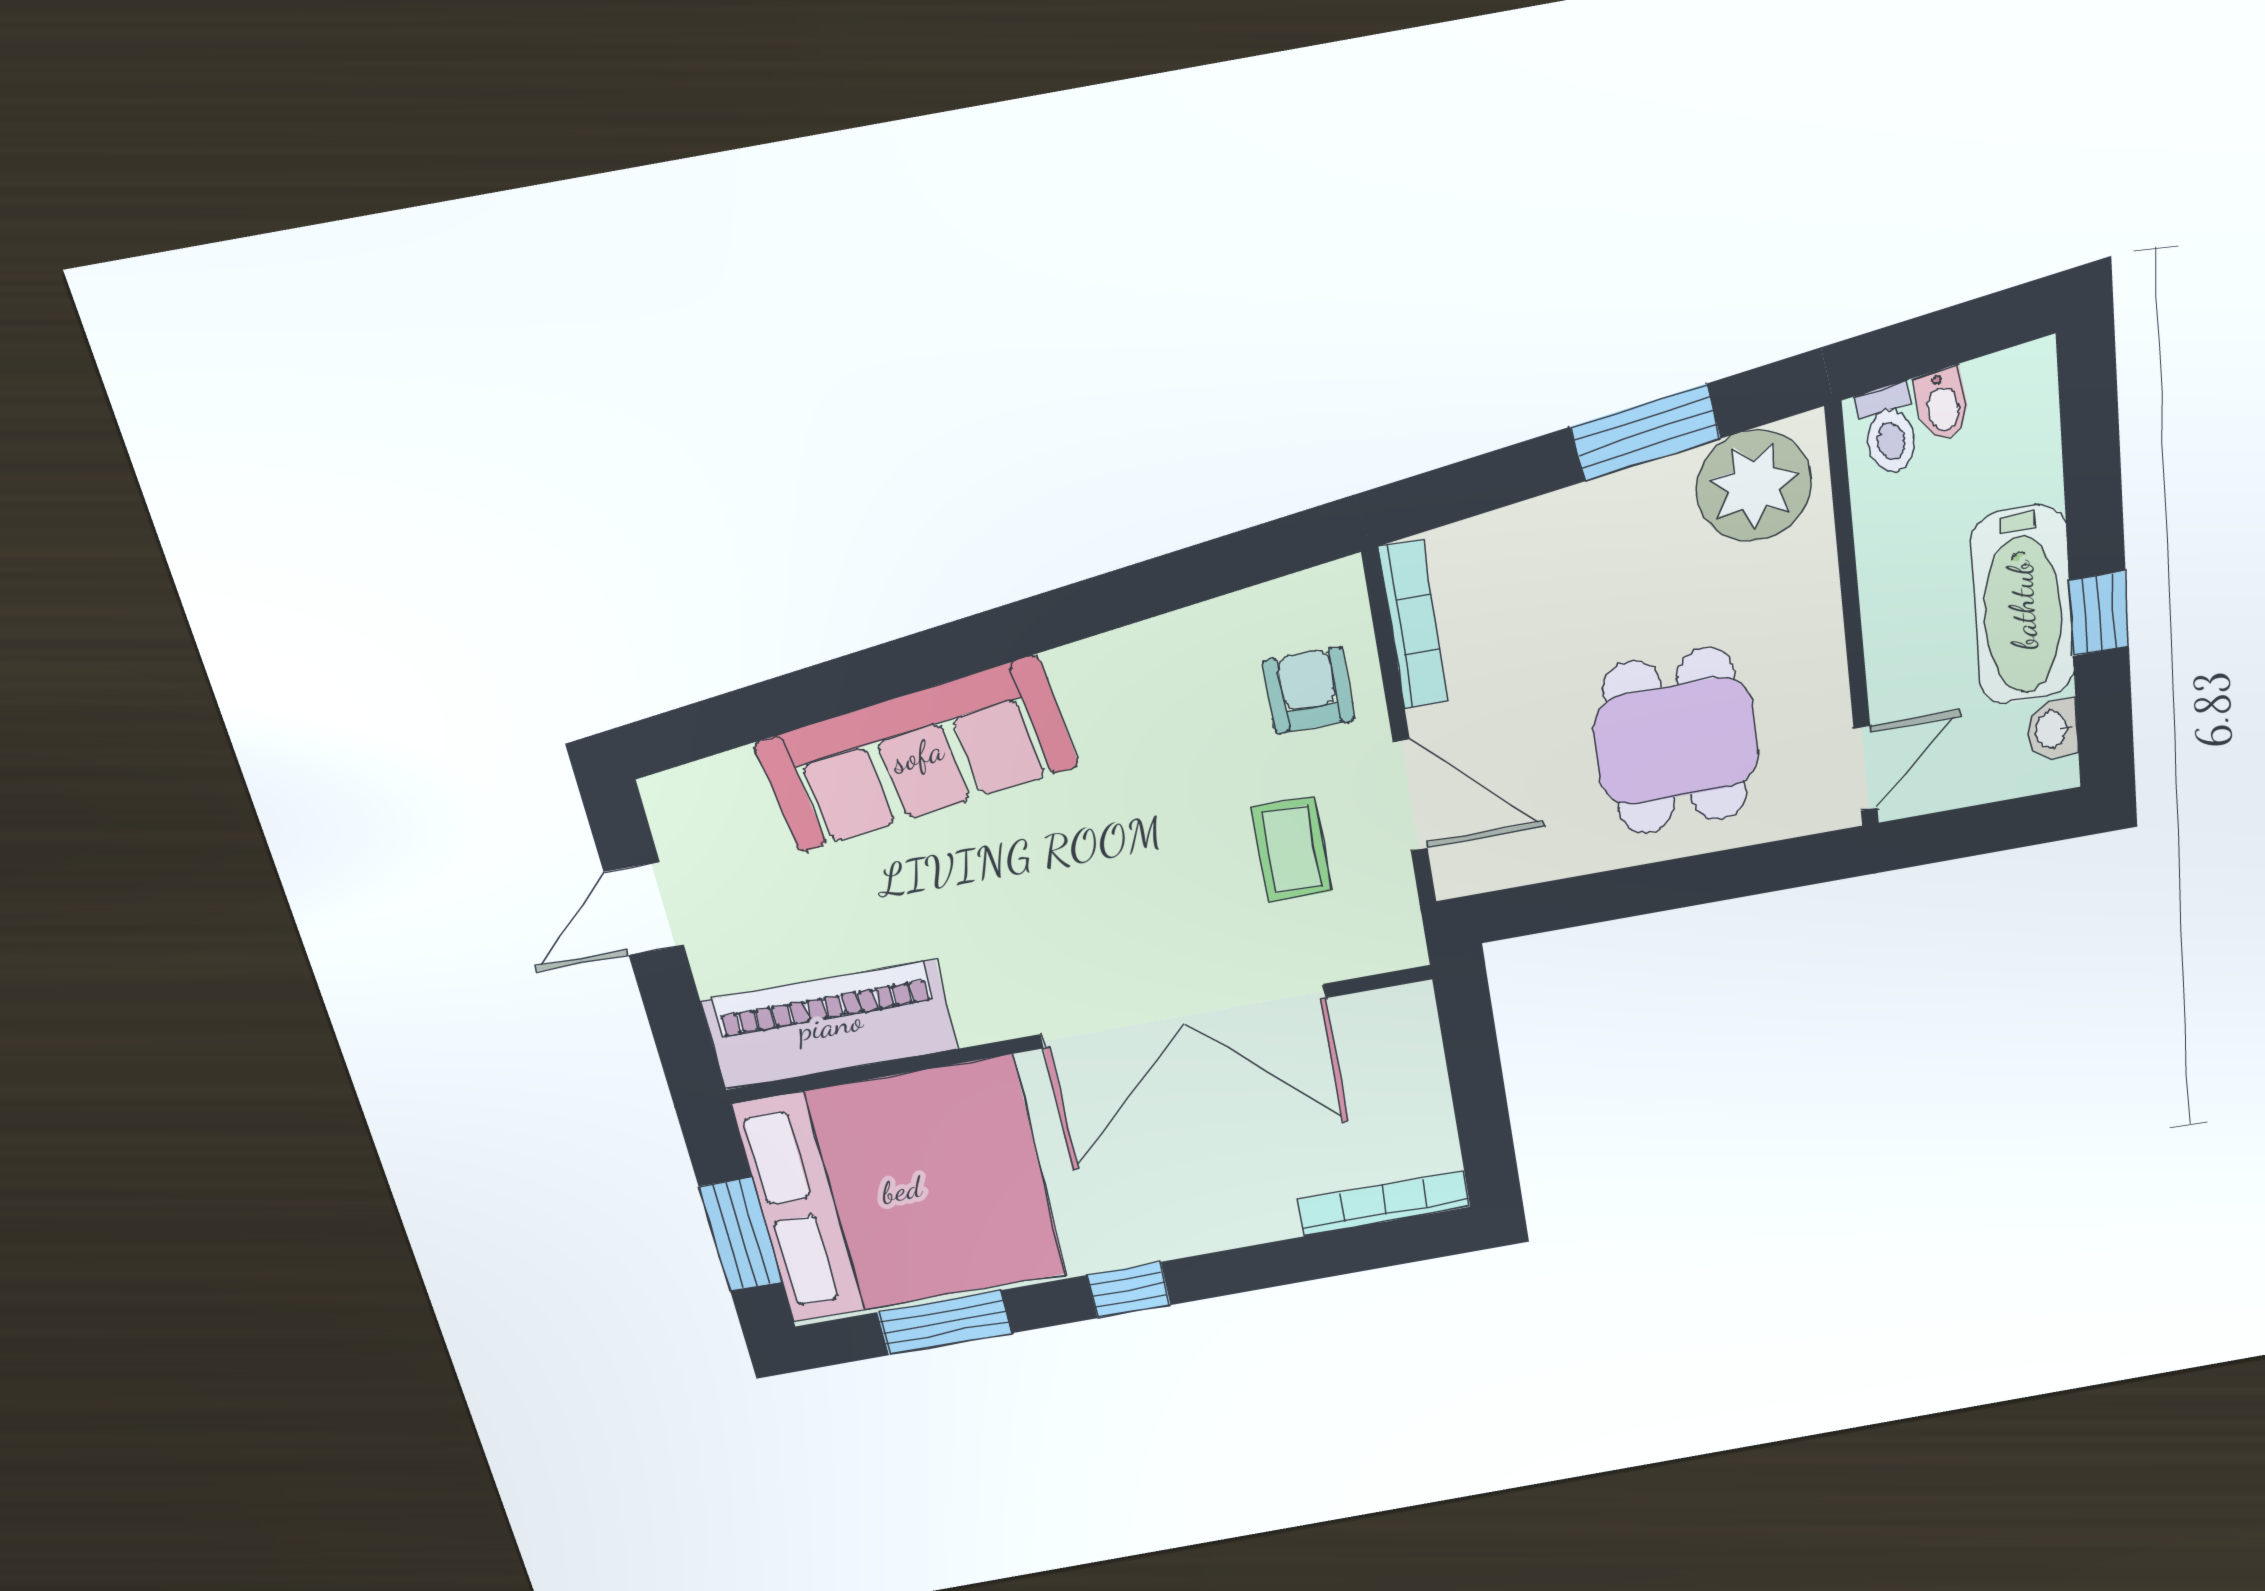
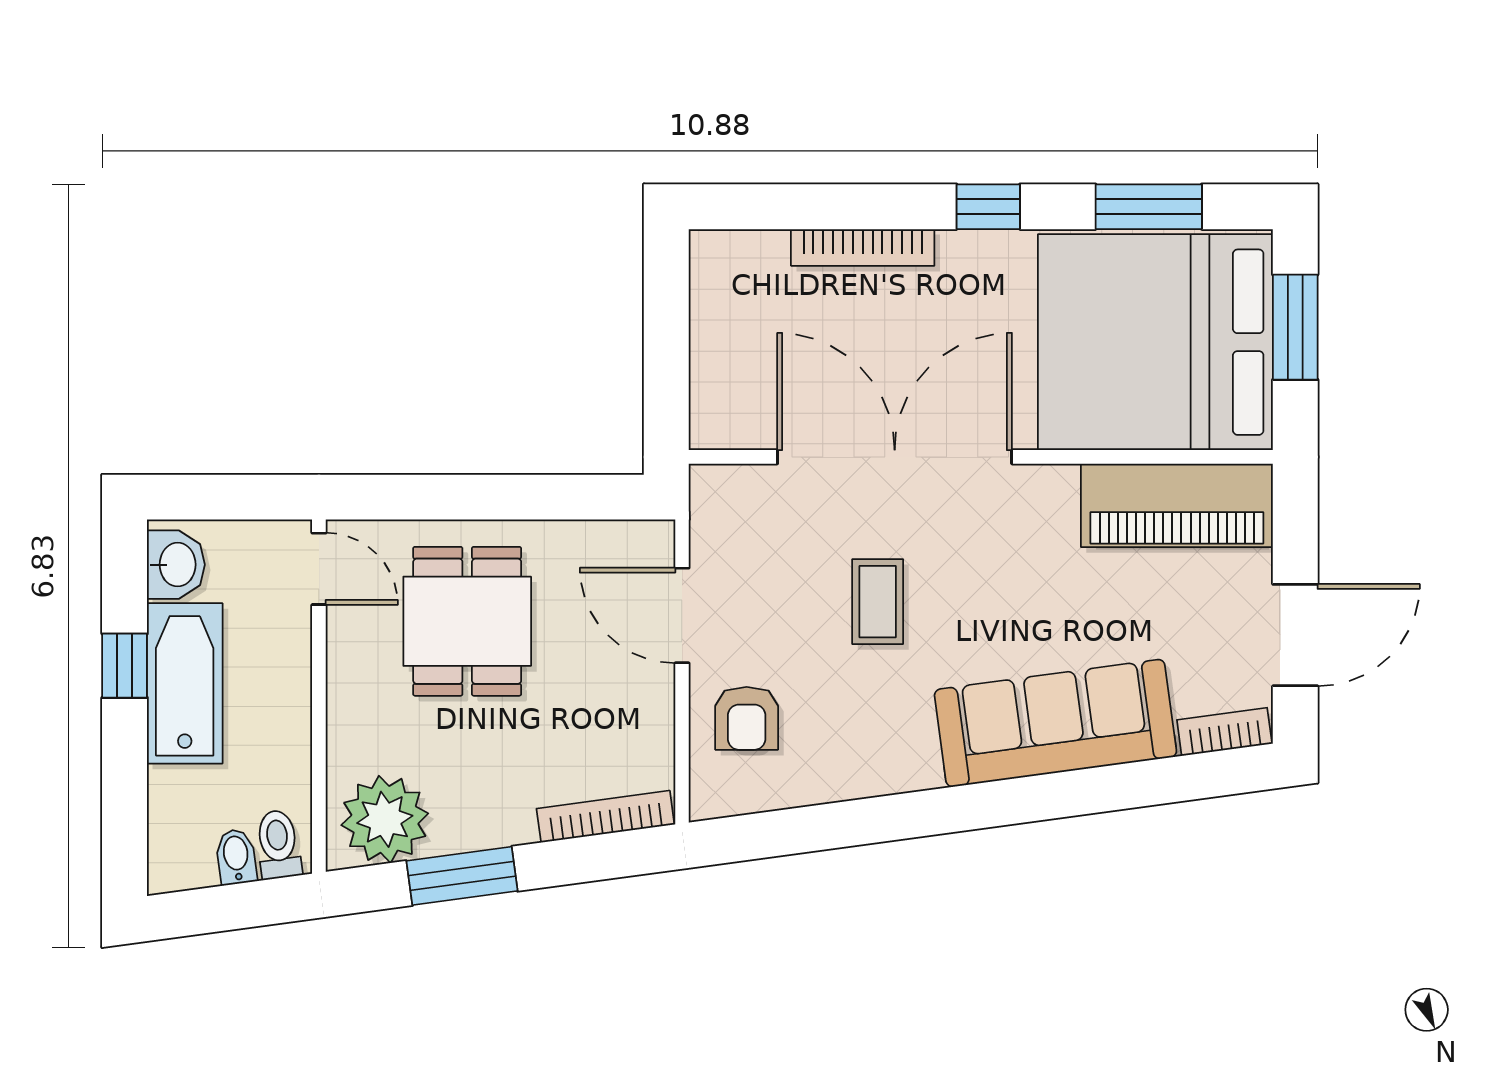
bookcase: (1413, 625) -> (605, 817), moved, turned 82
washbasin: (2052, 729) -> (176, 565), width x1.38, depth x1.45
door: (1866, 769) -> (319, 569), swing flipped
bookcase: (701, 783) -> (1224, 732), added
coffee table: (1291, 849) -> (878, 602), moved
door: (644, 909) -> (1295, 635), width x1.38
bookcase: (1384, 1203) -> (863, 247), moved

